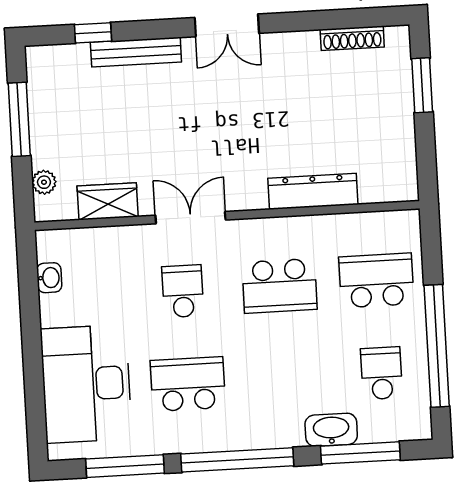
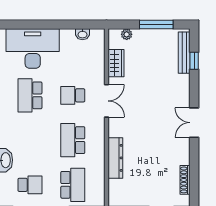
bench: (136, 52) -> (184, 53), moved
school desk: (183, 291) -> (73, 95), turned 180
school desk: (188, 384) -> (30, 95), turned 180

